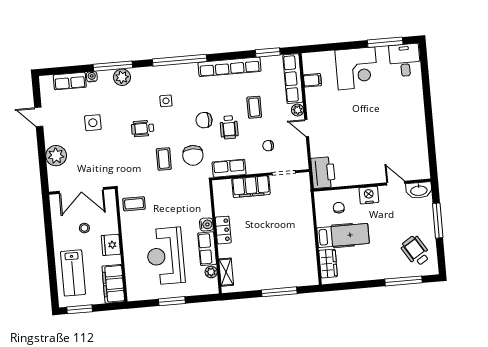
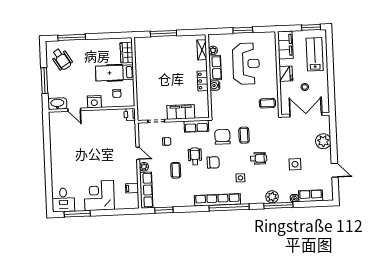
row of seats: (230, 67) -> (217, 200), moved
printer: (323, 173) -> (130, 114), width x0.53, depth x0.68

